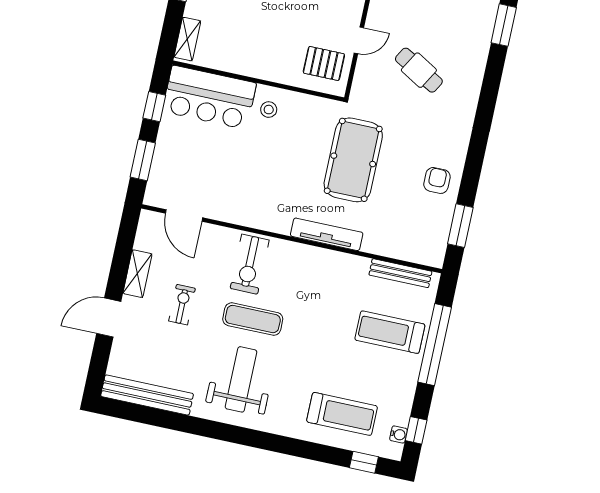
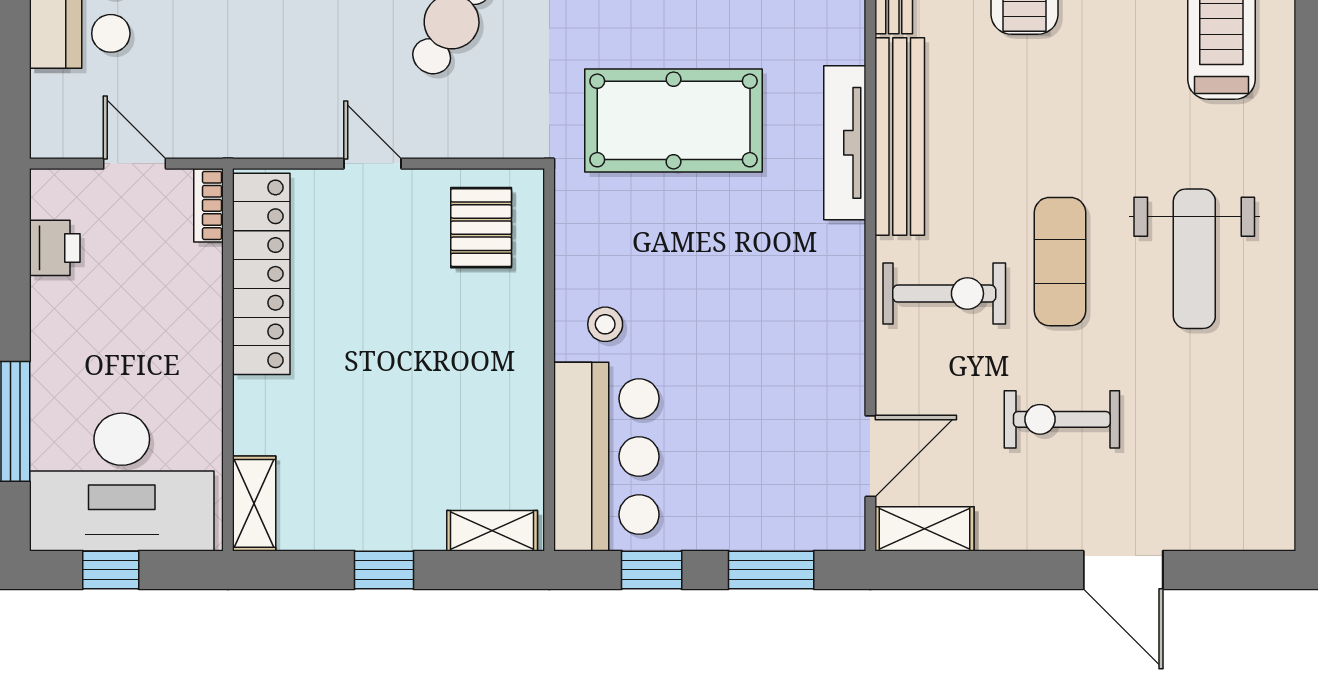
door: (359, 40) -> (372, 164), moved
shelving: (137, 274) -> (924, 529), moved
exercise bike: (182, 305) -> (1062, 419), width x1.38, depth x1.39
weight bench: (241, 379) -> (1194, 259), turned -90
bench: (147, 395) -> (900, 136), moved

